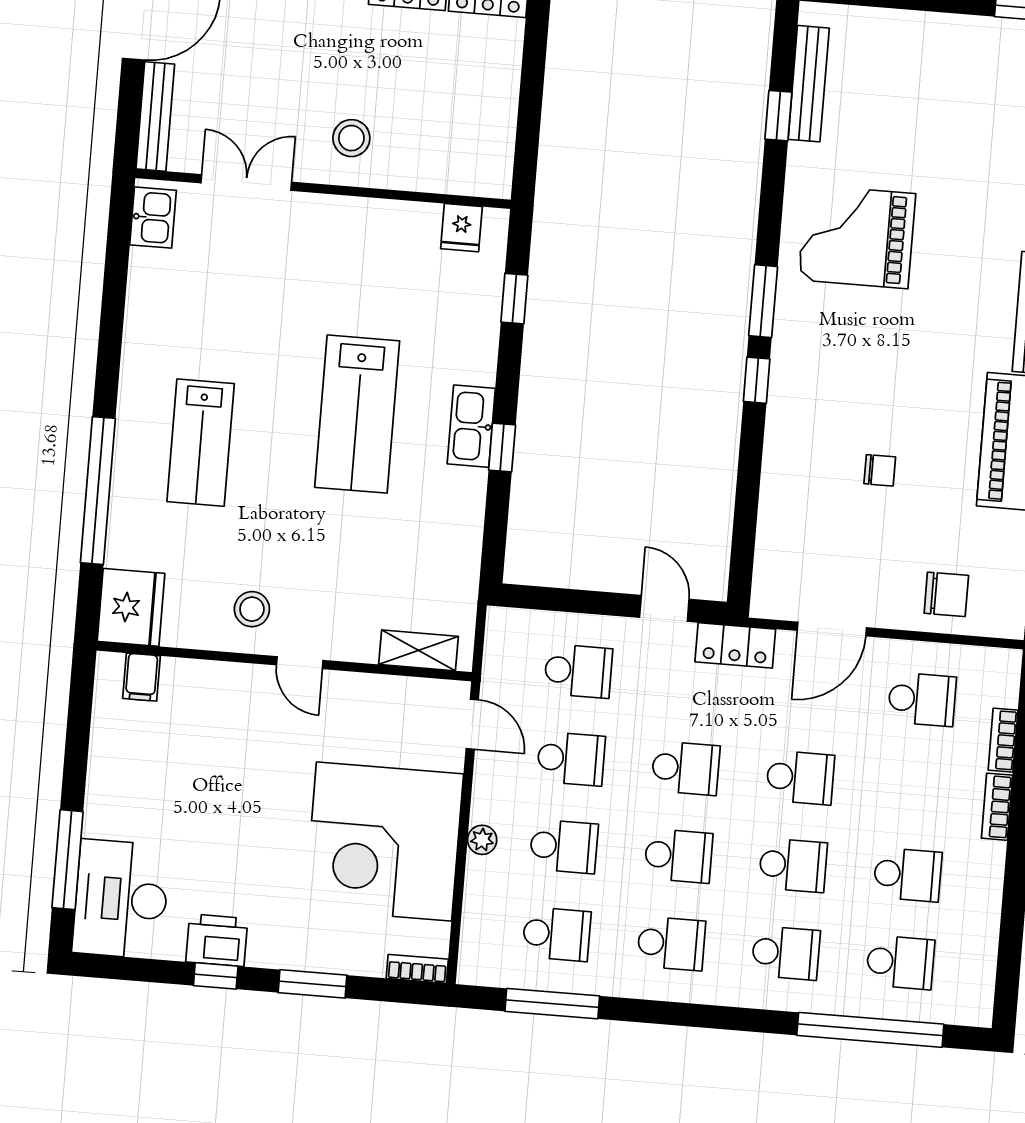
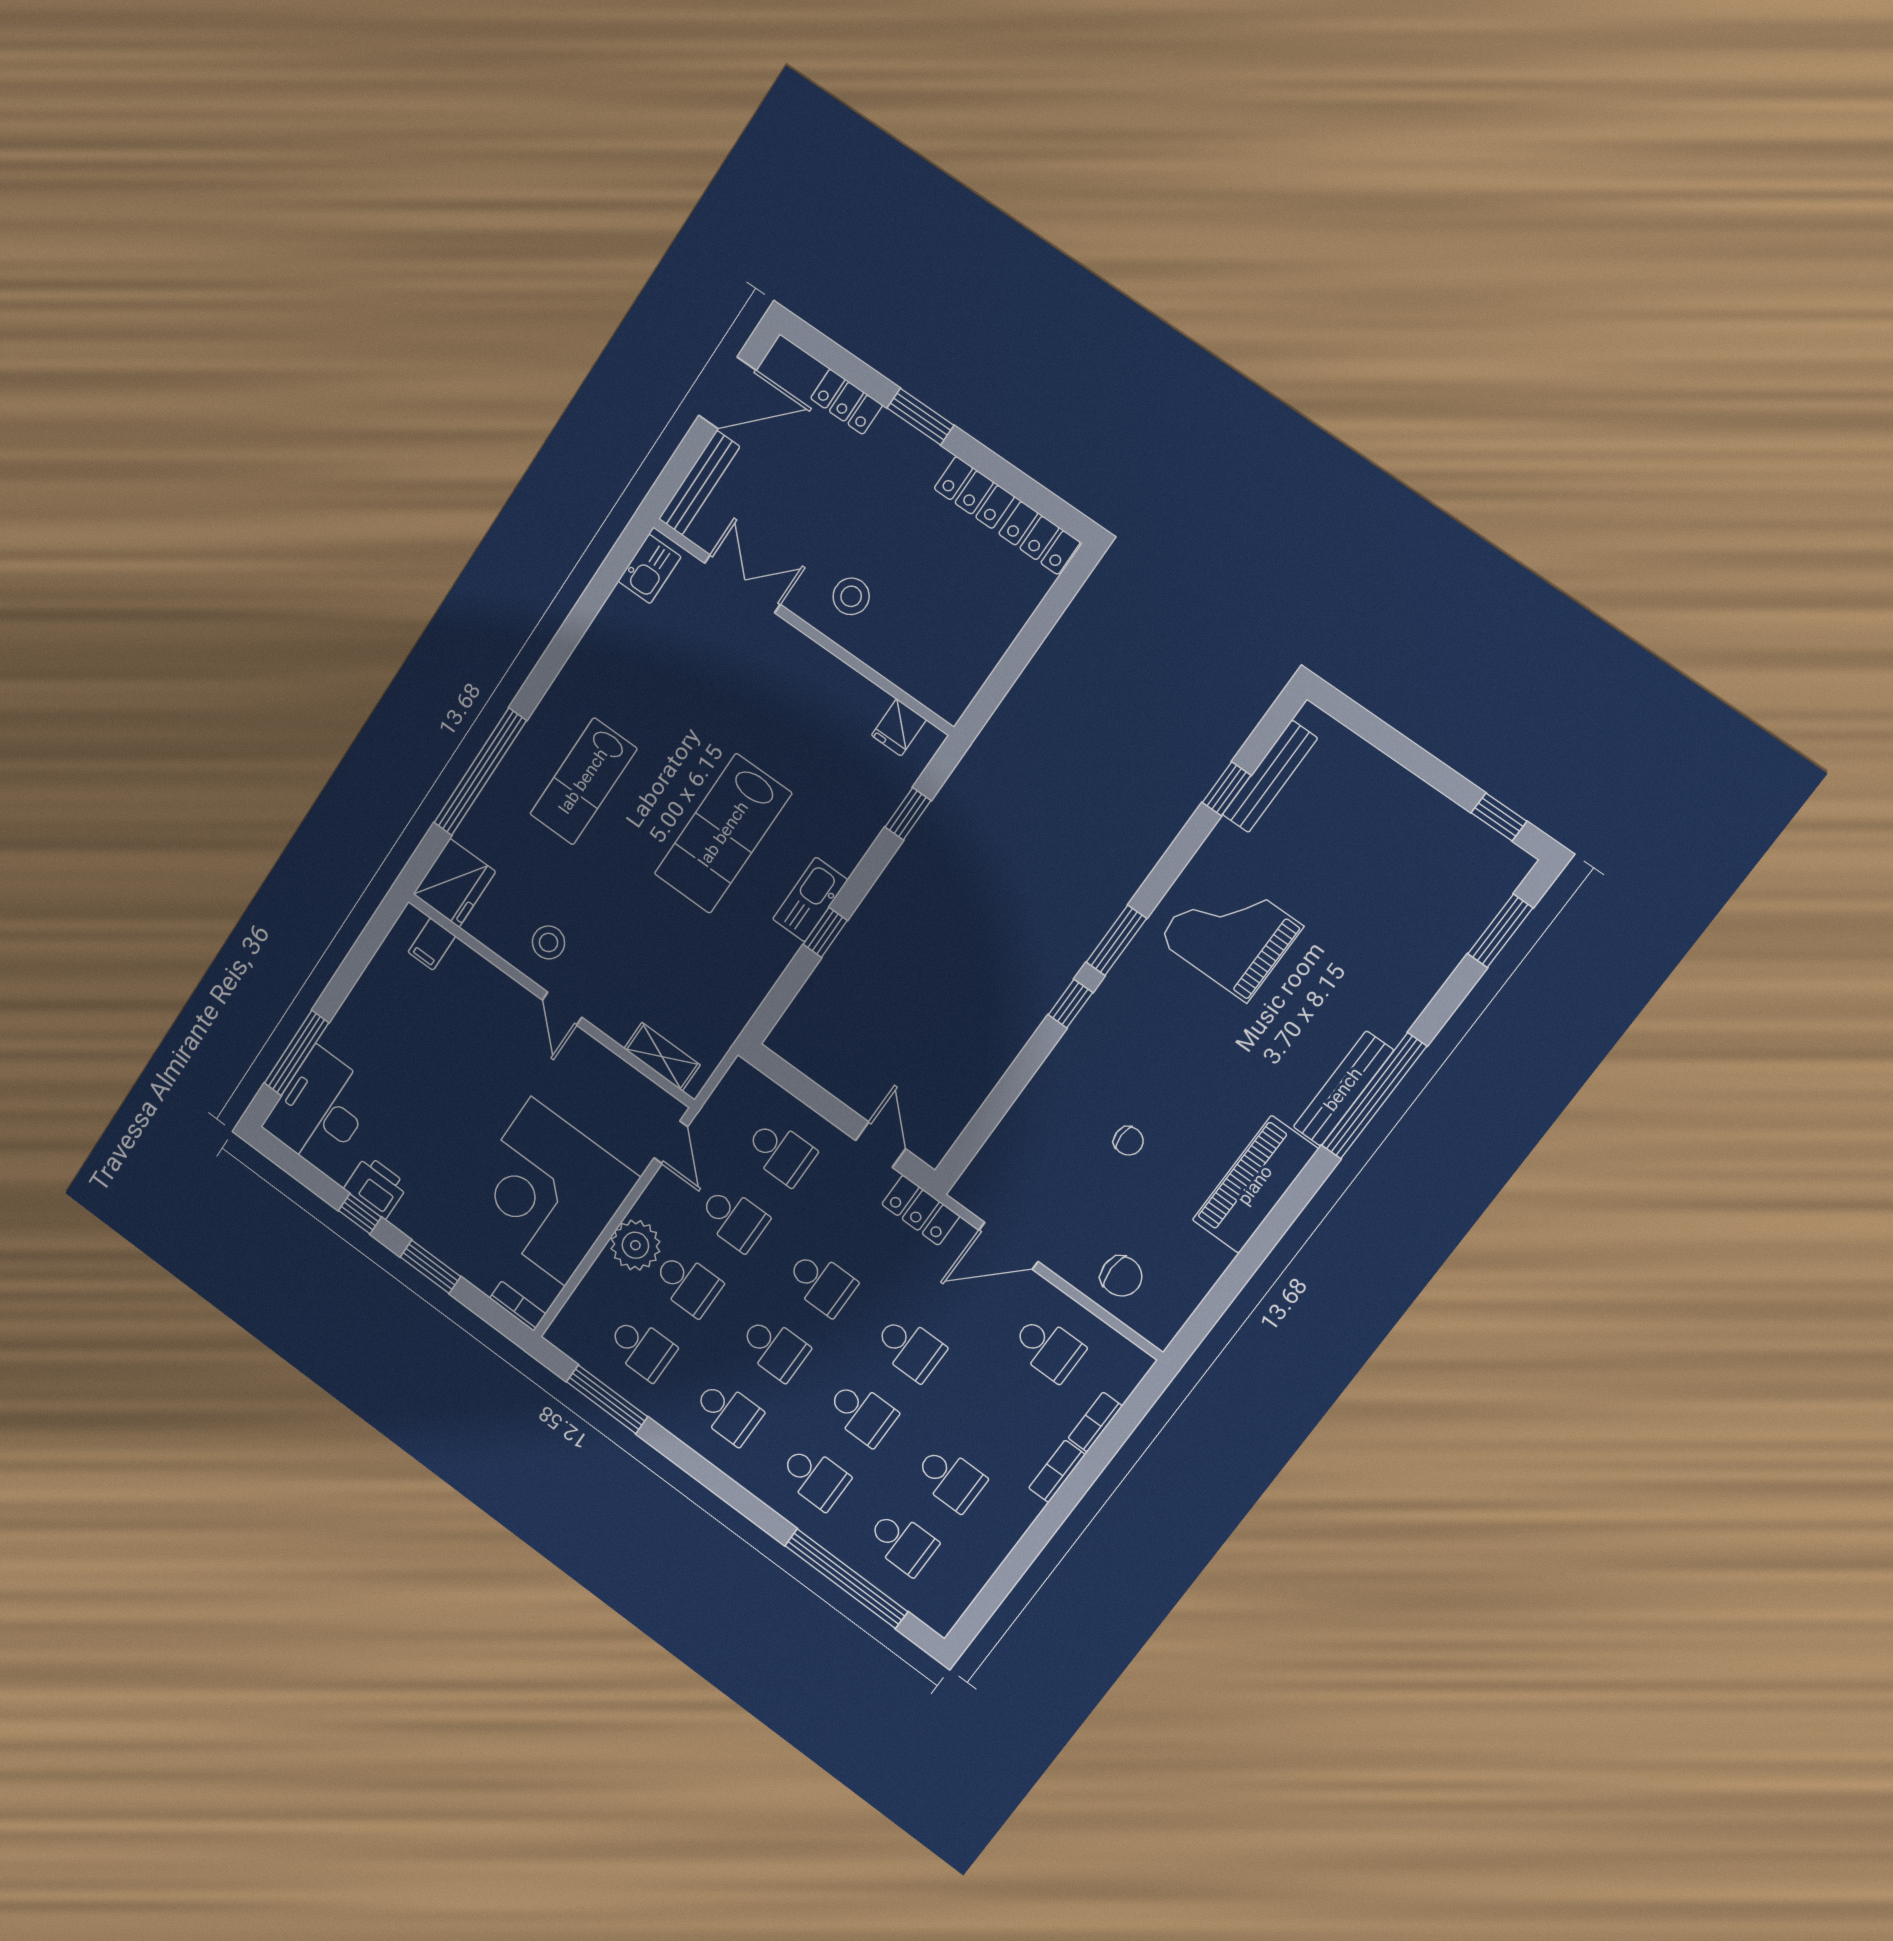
plant: (482, 840) -> (635, 1245), width x1.88, depth x1.88

